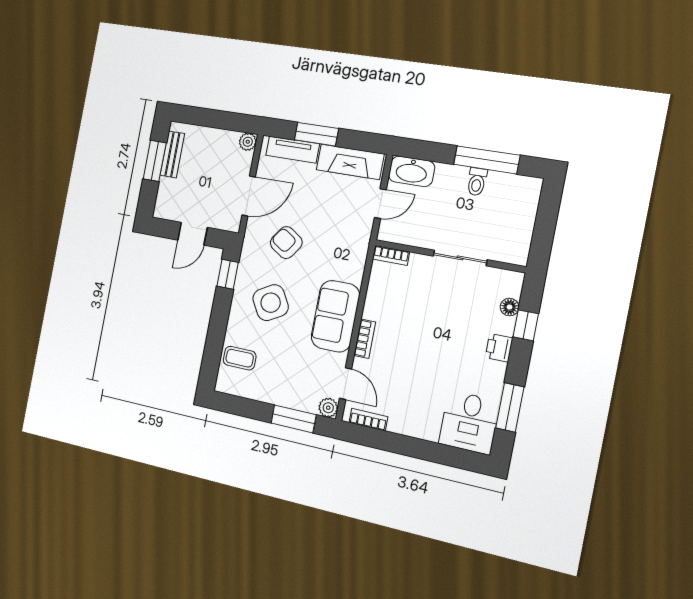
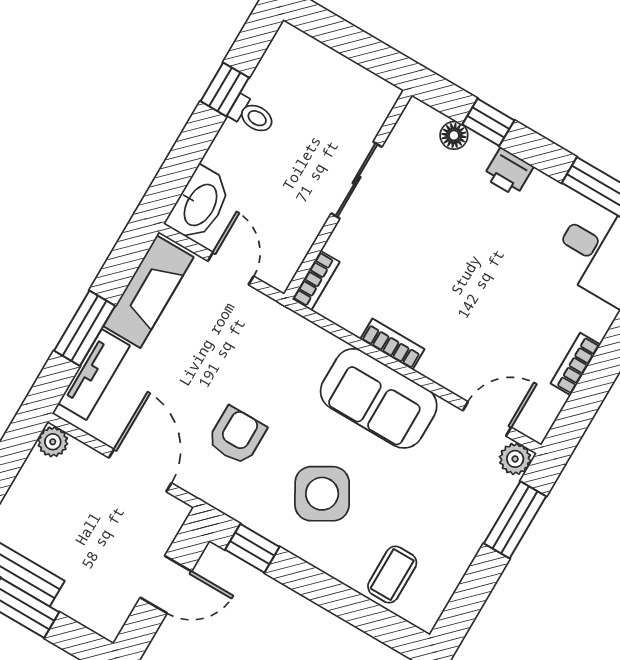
window: (487, 160) -> (225, 89), width x0.46
door: (192, 234) -> (166, 584), hinge flipped
armchair: (286, 243) -> (237, 436), turned 146
bookcase: (365, 339) -> (392, 344), moved
bookcase: (368, 420) -> (575, 364), moved

